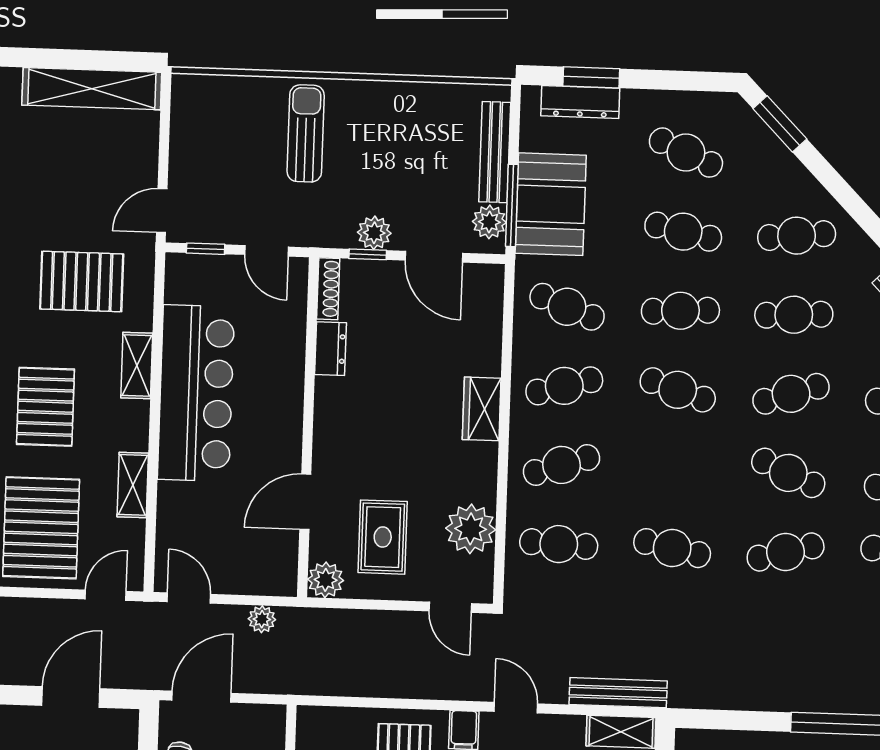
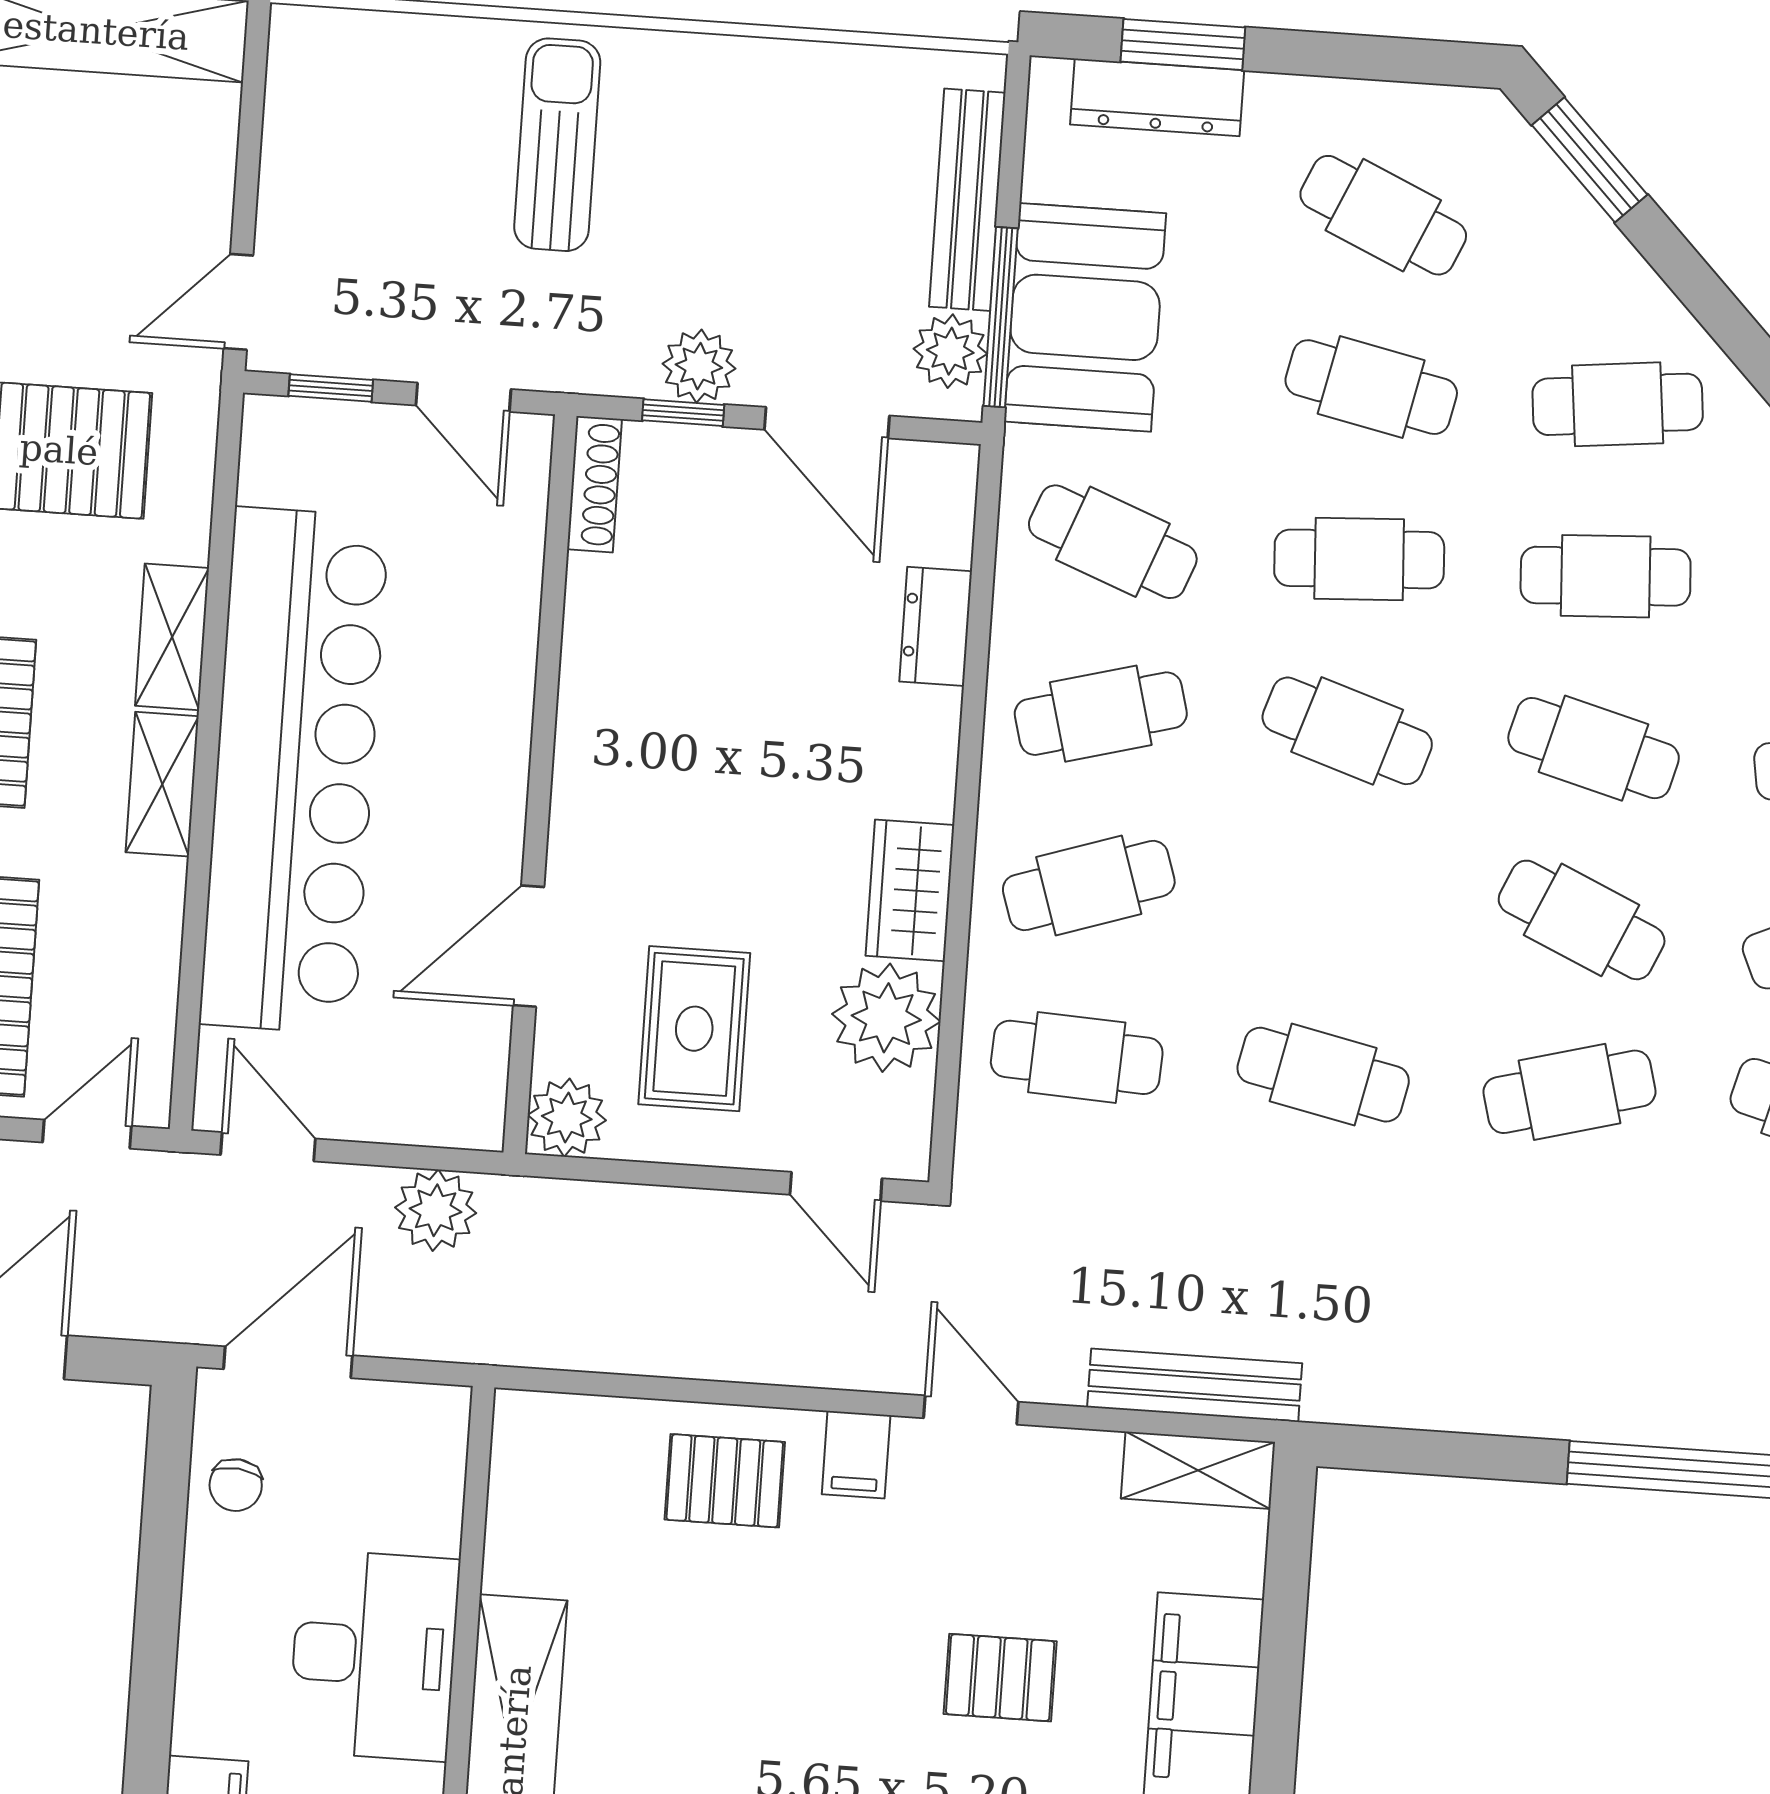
dresser: (330, 349) -> (936, 626), moved, turned 180
bar counter: (196, 393) -> (294, 770), width x1.36
cafe table: (791, 394) -> (1594, 748), turned 33
wardrobe: (482, 409) -> (910, 890), moved
shelving: (133, 485) -> (162, 784), moved
plant: (262, 619) -> (436, 1210), width x1.38, depth x1.38

